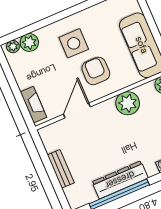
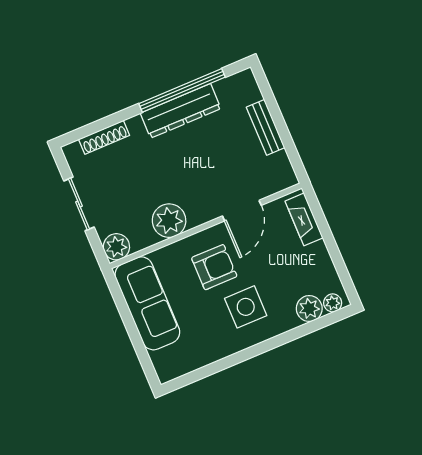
armchair: (96, 71) -> (214, 267), turned -90

